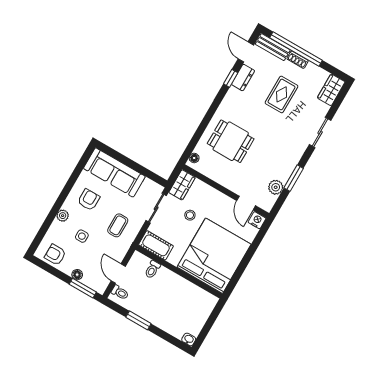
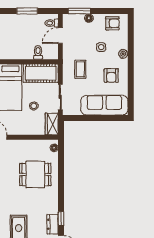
cot: (156, 245) -> (41, 73), width x1.37, depth x1.34
door: (118, 274) -> (60, 36), swing flipped

